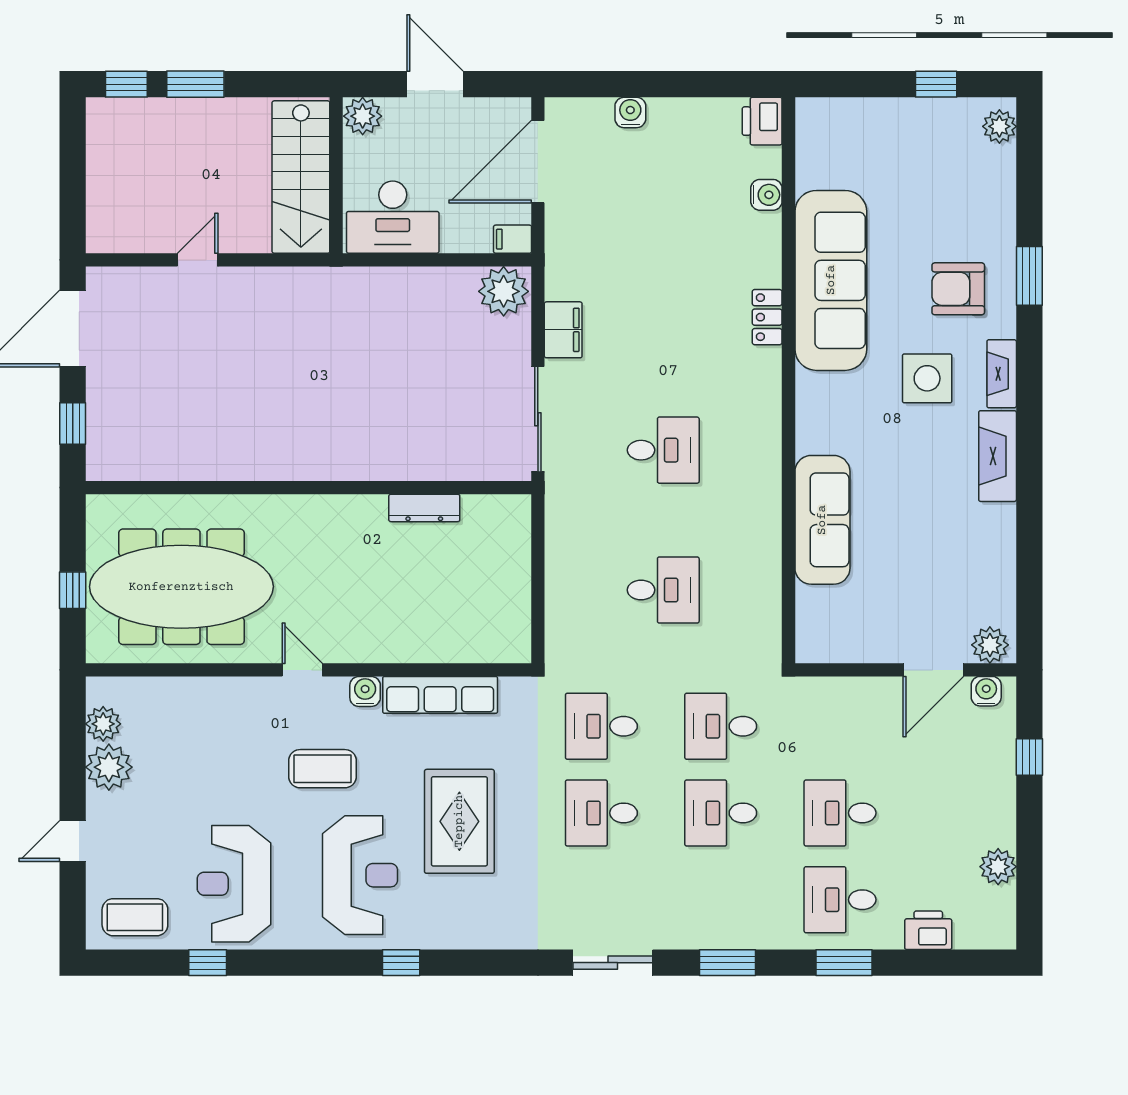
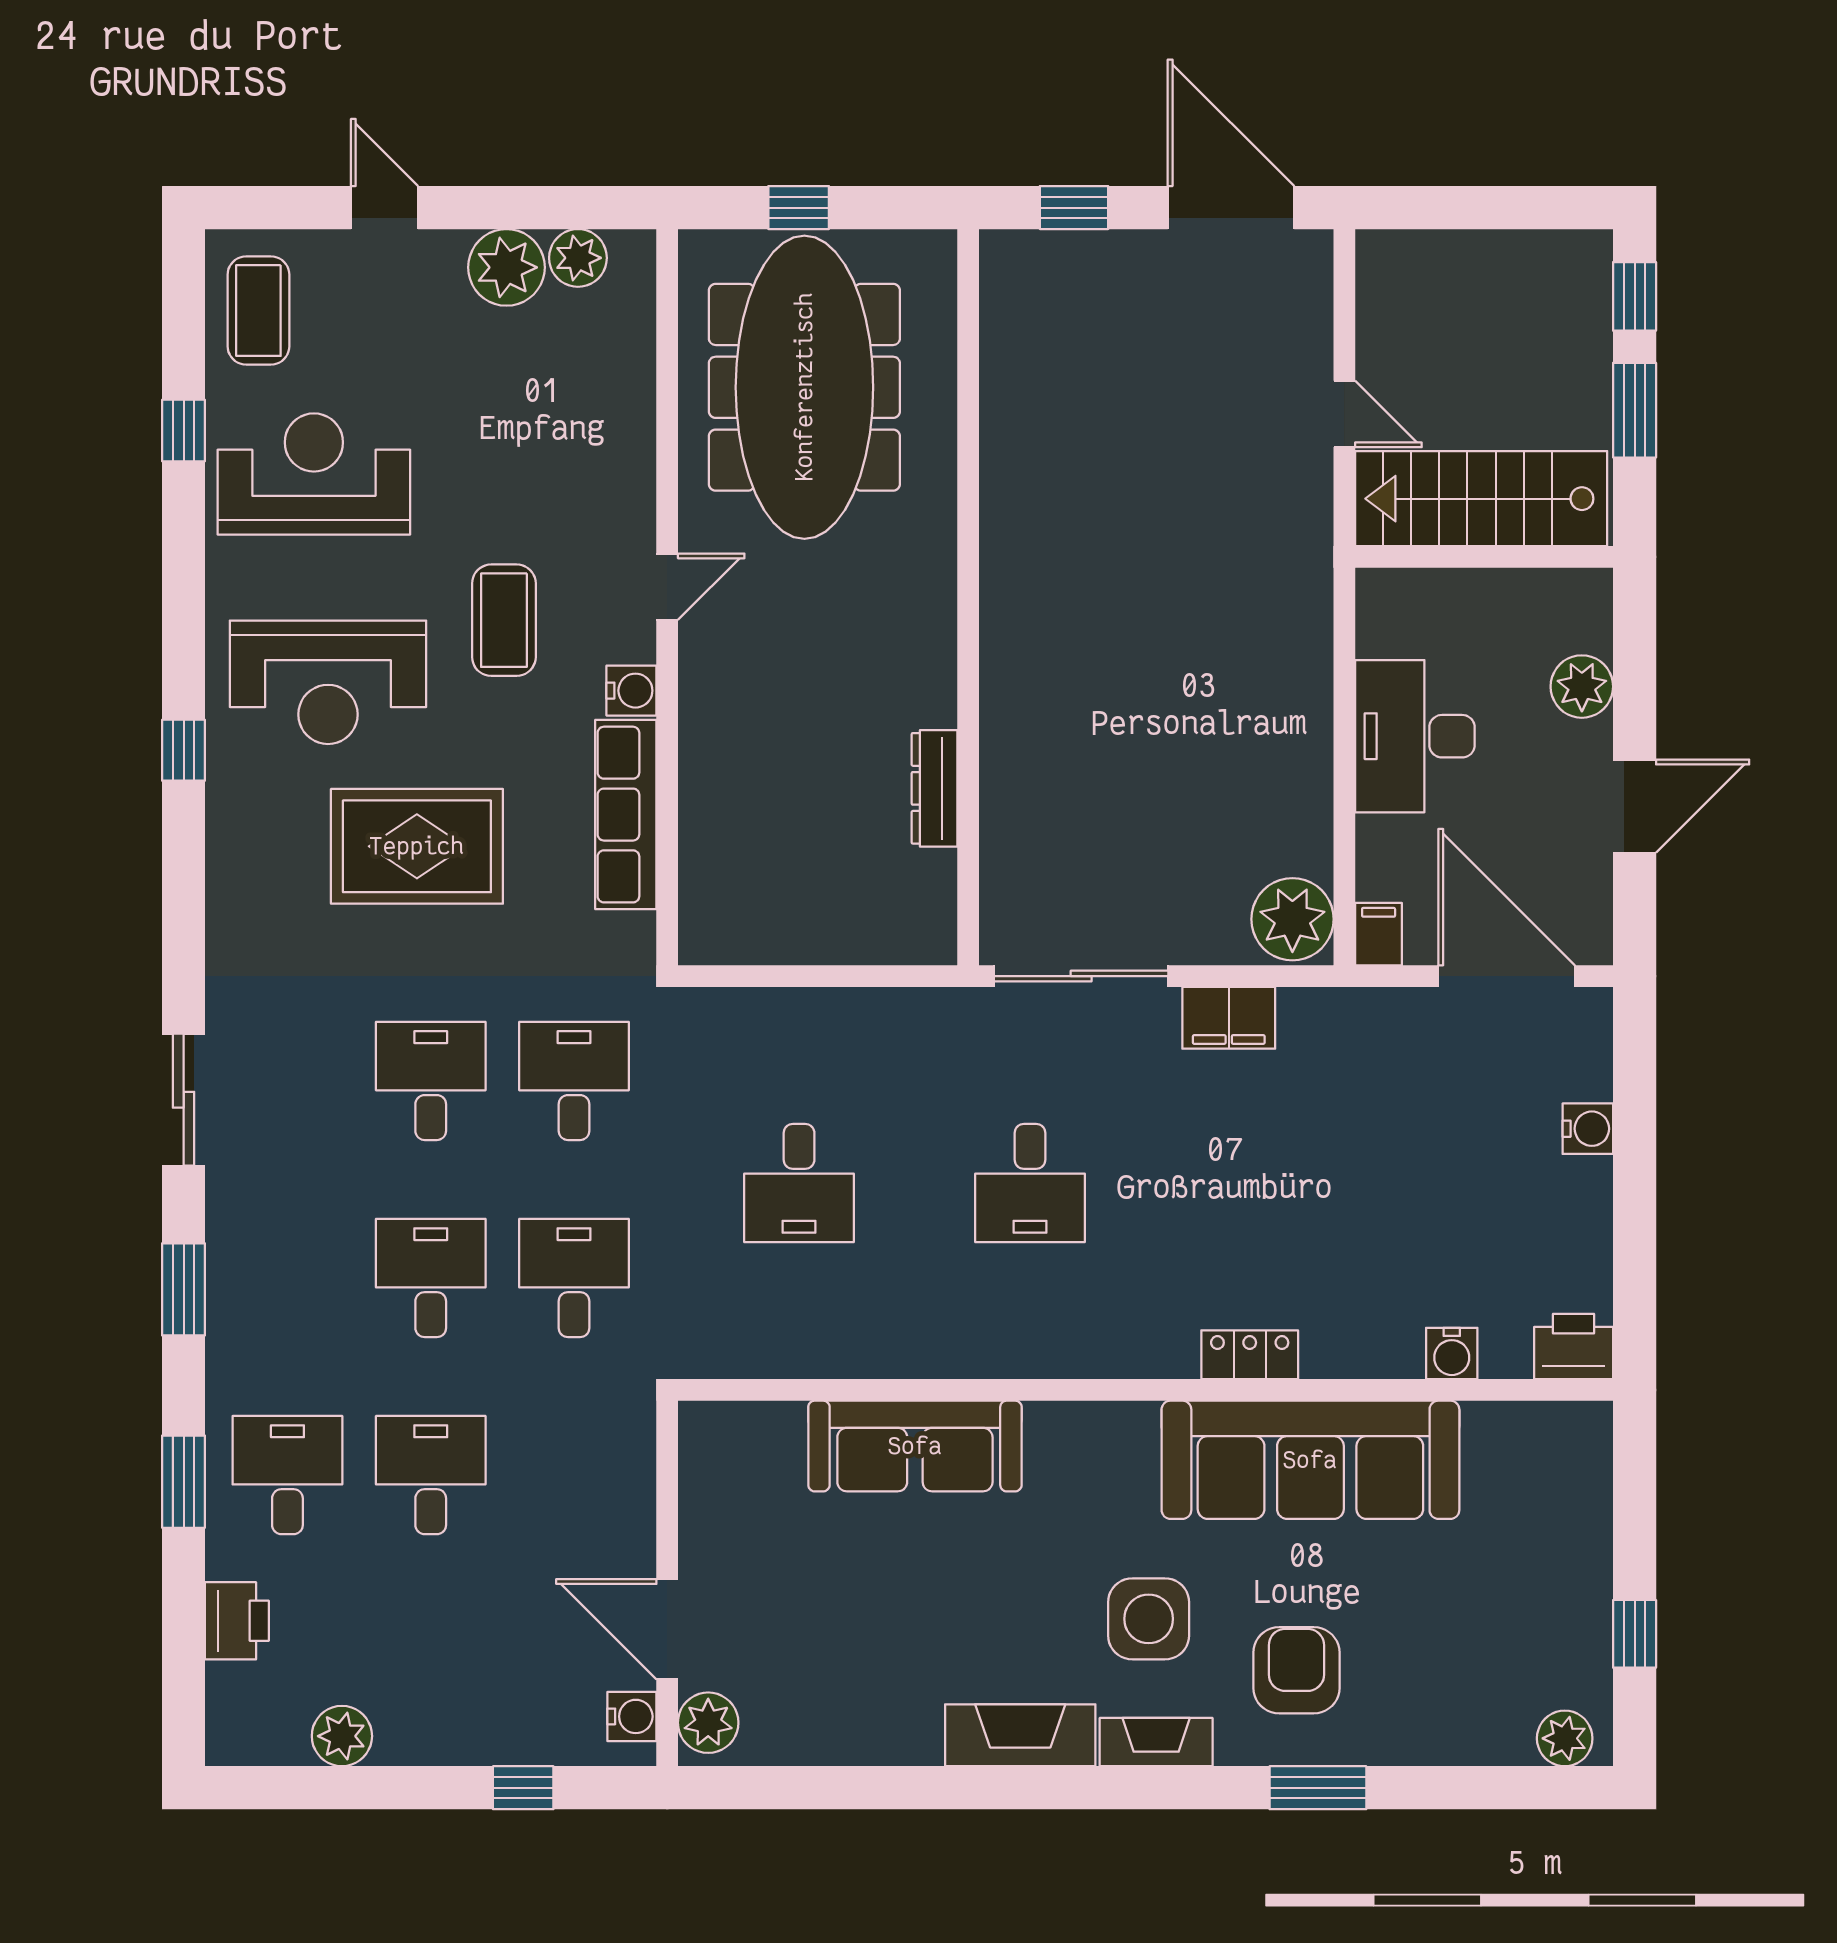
wall: (336, 175) -> (1484, 557), moved
stairs: (301, 177) -> (1481, 499), moved

